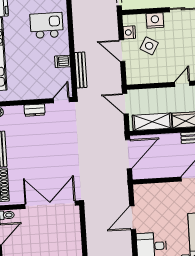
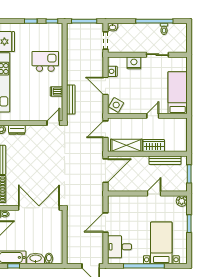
side table: (149, 46) -> (116, 105), moved
door: (125, 104) -> (105, 129), hinge flipped
dresser: (35, 110) -> (17, 130), moved

